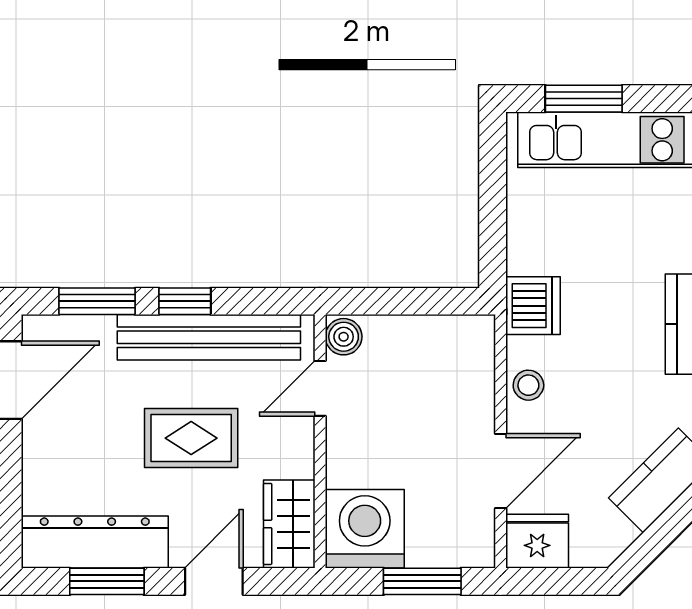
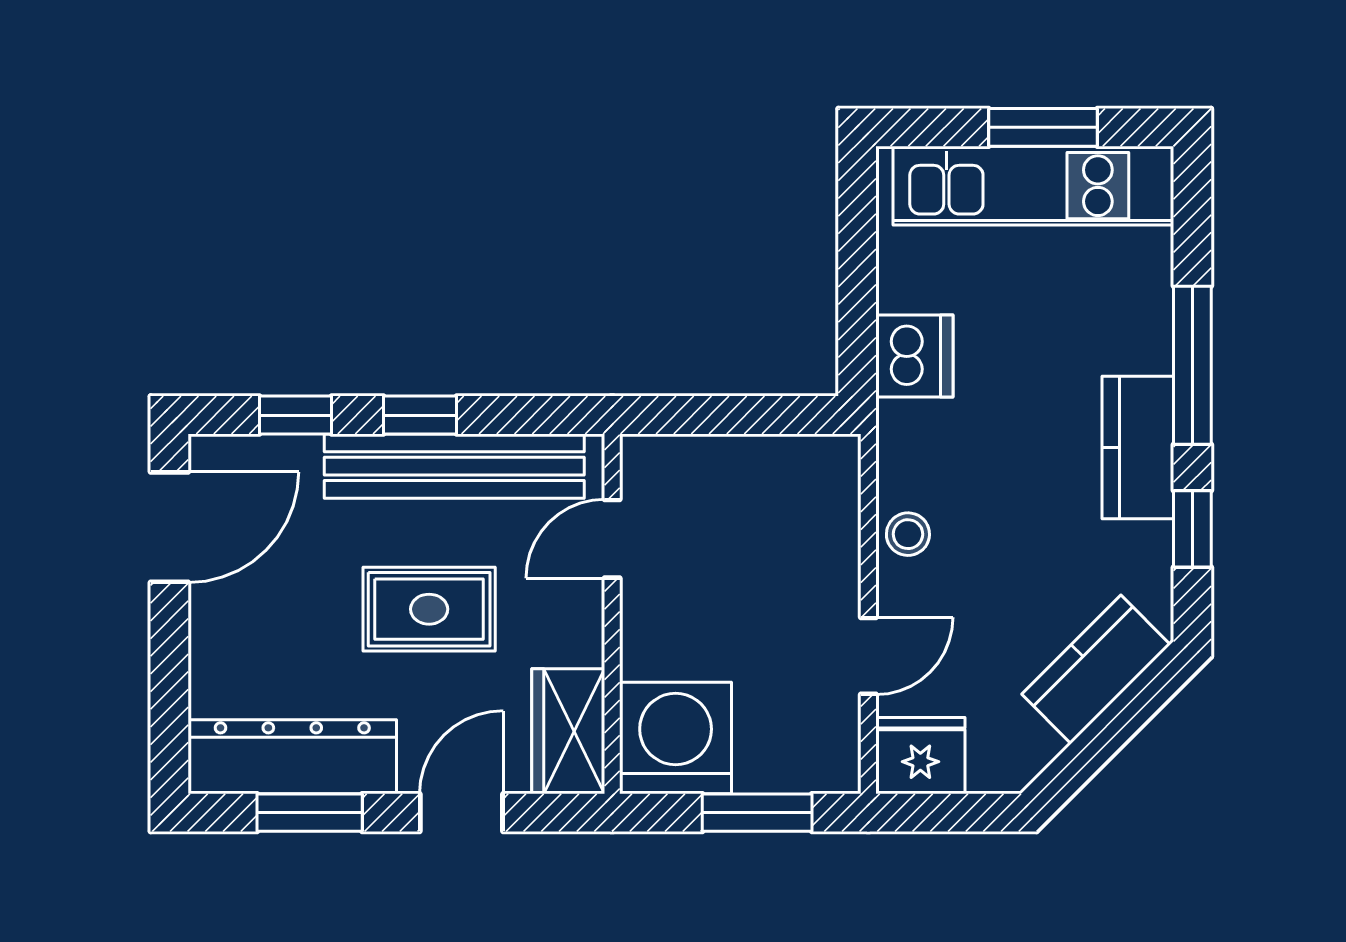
window: (584, 99) -> (1043, 127), moved
window: (97, 301) -> (296, 415), width x0.67
dishwasher: (533, 306) -> (914, 356), moved
boiler: (344, 337) -> (646, 465), removed
door: (501, 471) -> (868, 656), width x0.73

